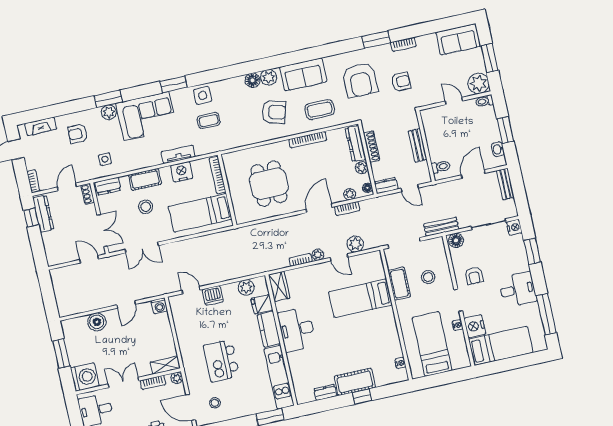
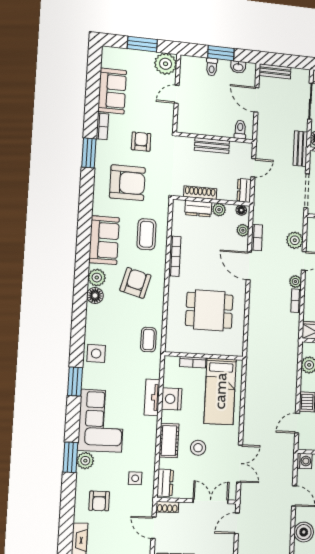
sofa: (458, 39) -> (112, 91), moved
toilet: (484, 101) -> (212, 67), moved
coffee table: (209, 121) -> (148, 340), moved
dresser: (356, 144) -> (198, 209), width x0.70
bookcase: (218, 175) -> (193, 362), width x0.64

